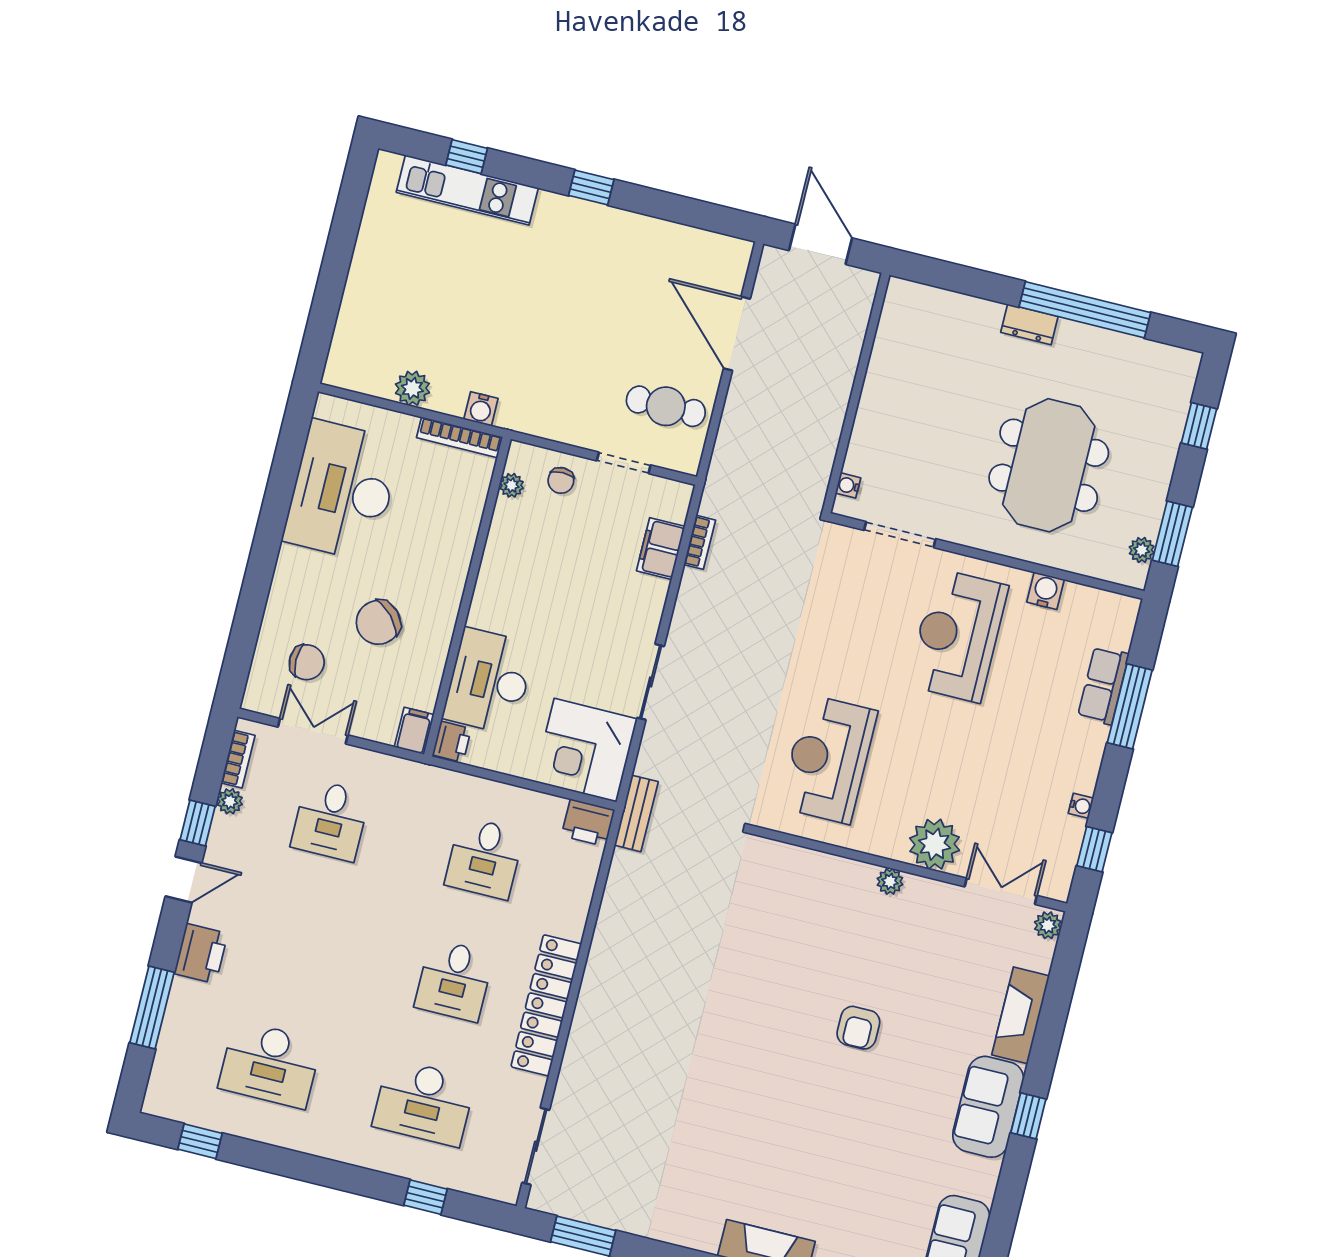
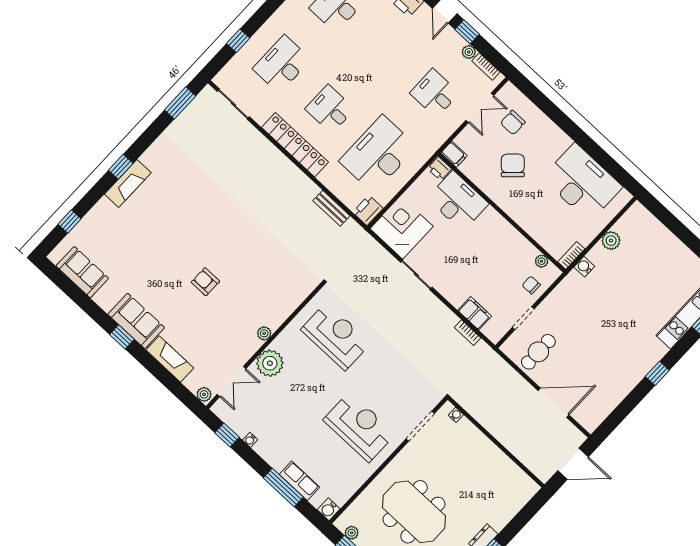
bookcase: (460, 437) -> (571, 255), width x0.64
water cooler: (1045, 591) -> (329, 509), moved, turned 90
bench: (636, 813) -> (331, 208), moved
desk: (484, 858) -> (378, 154), width x1.87, depth x1.30

